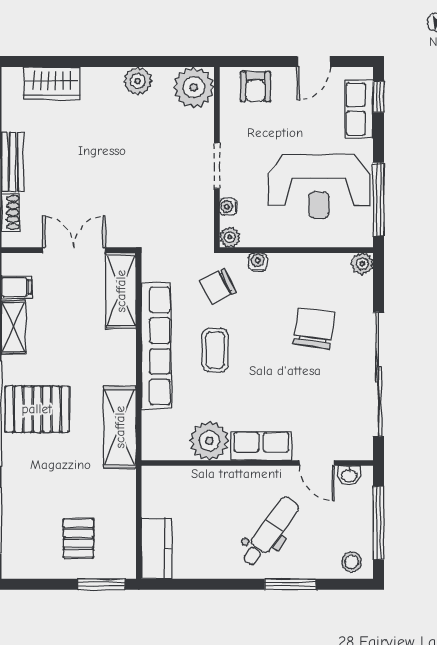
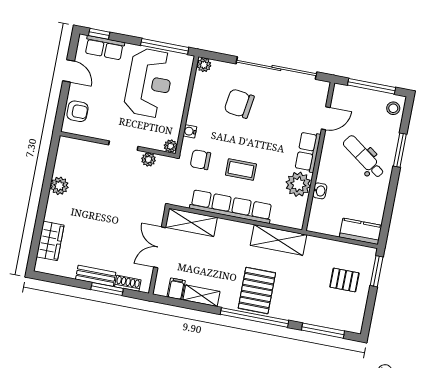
plant: (194, 87) -> (148, 159), moved, width x0.53, depth x0.53
water cooler: (228, 207) -> (151, 143), removed
chair: (218, 286) -> (200, 160), turned 117
washbasin: (349, 475) -> (320, 191), moved

